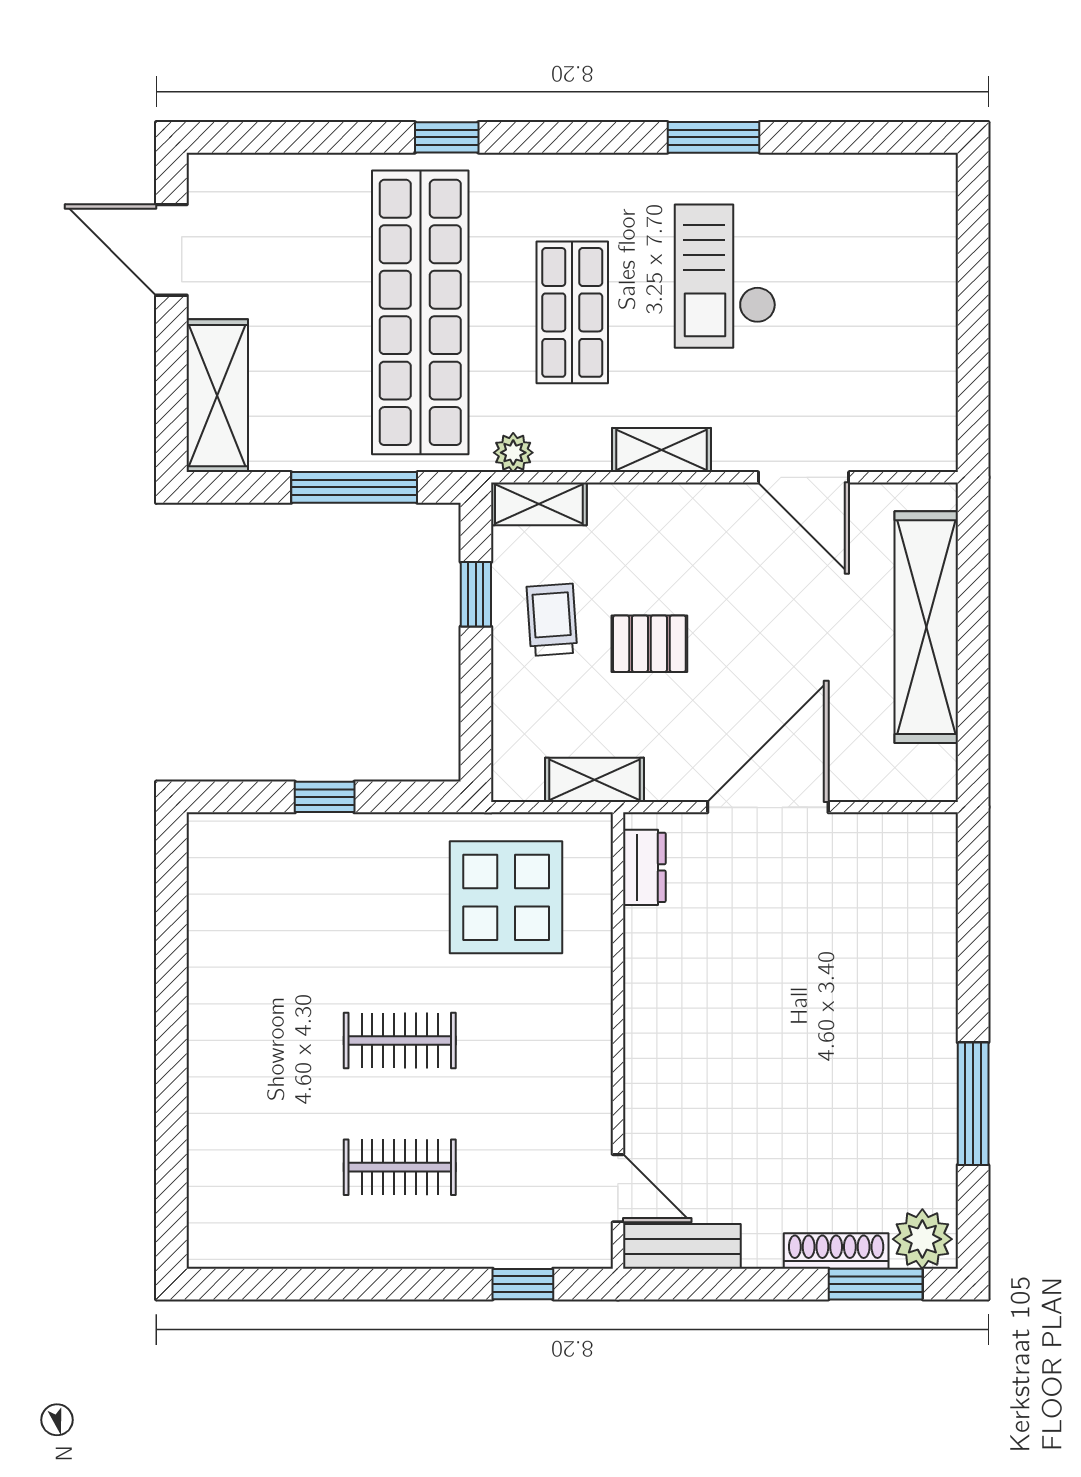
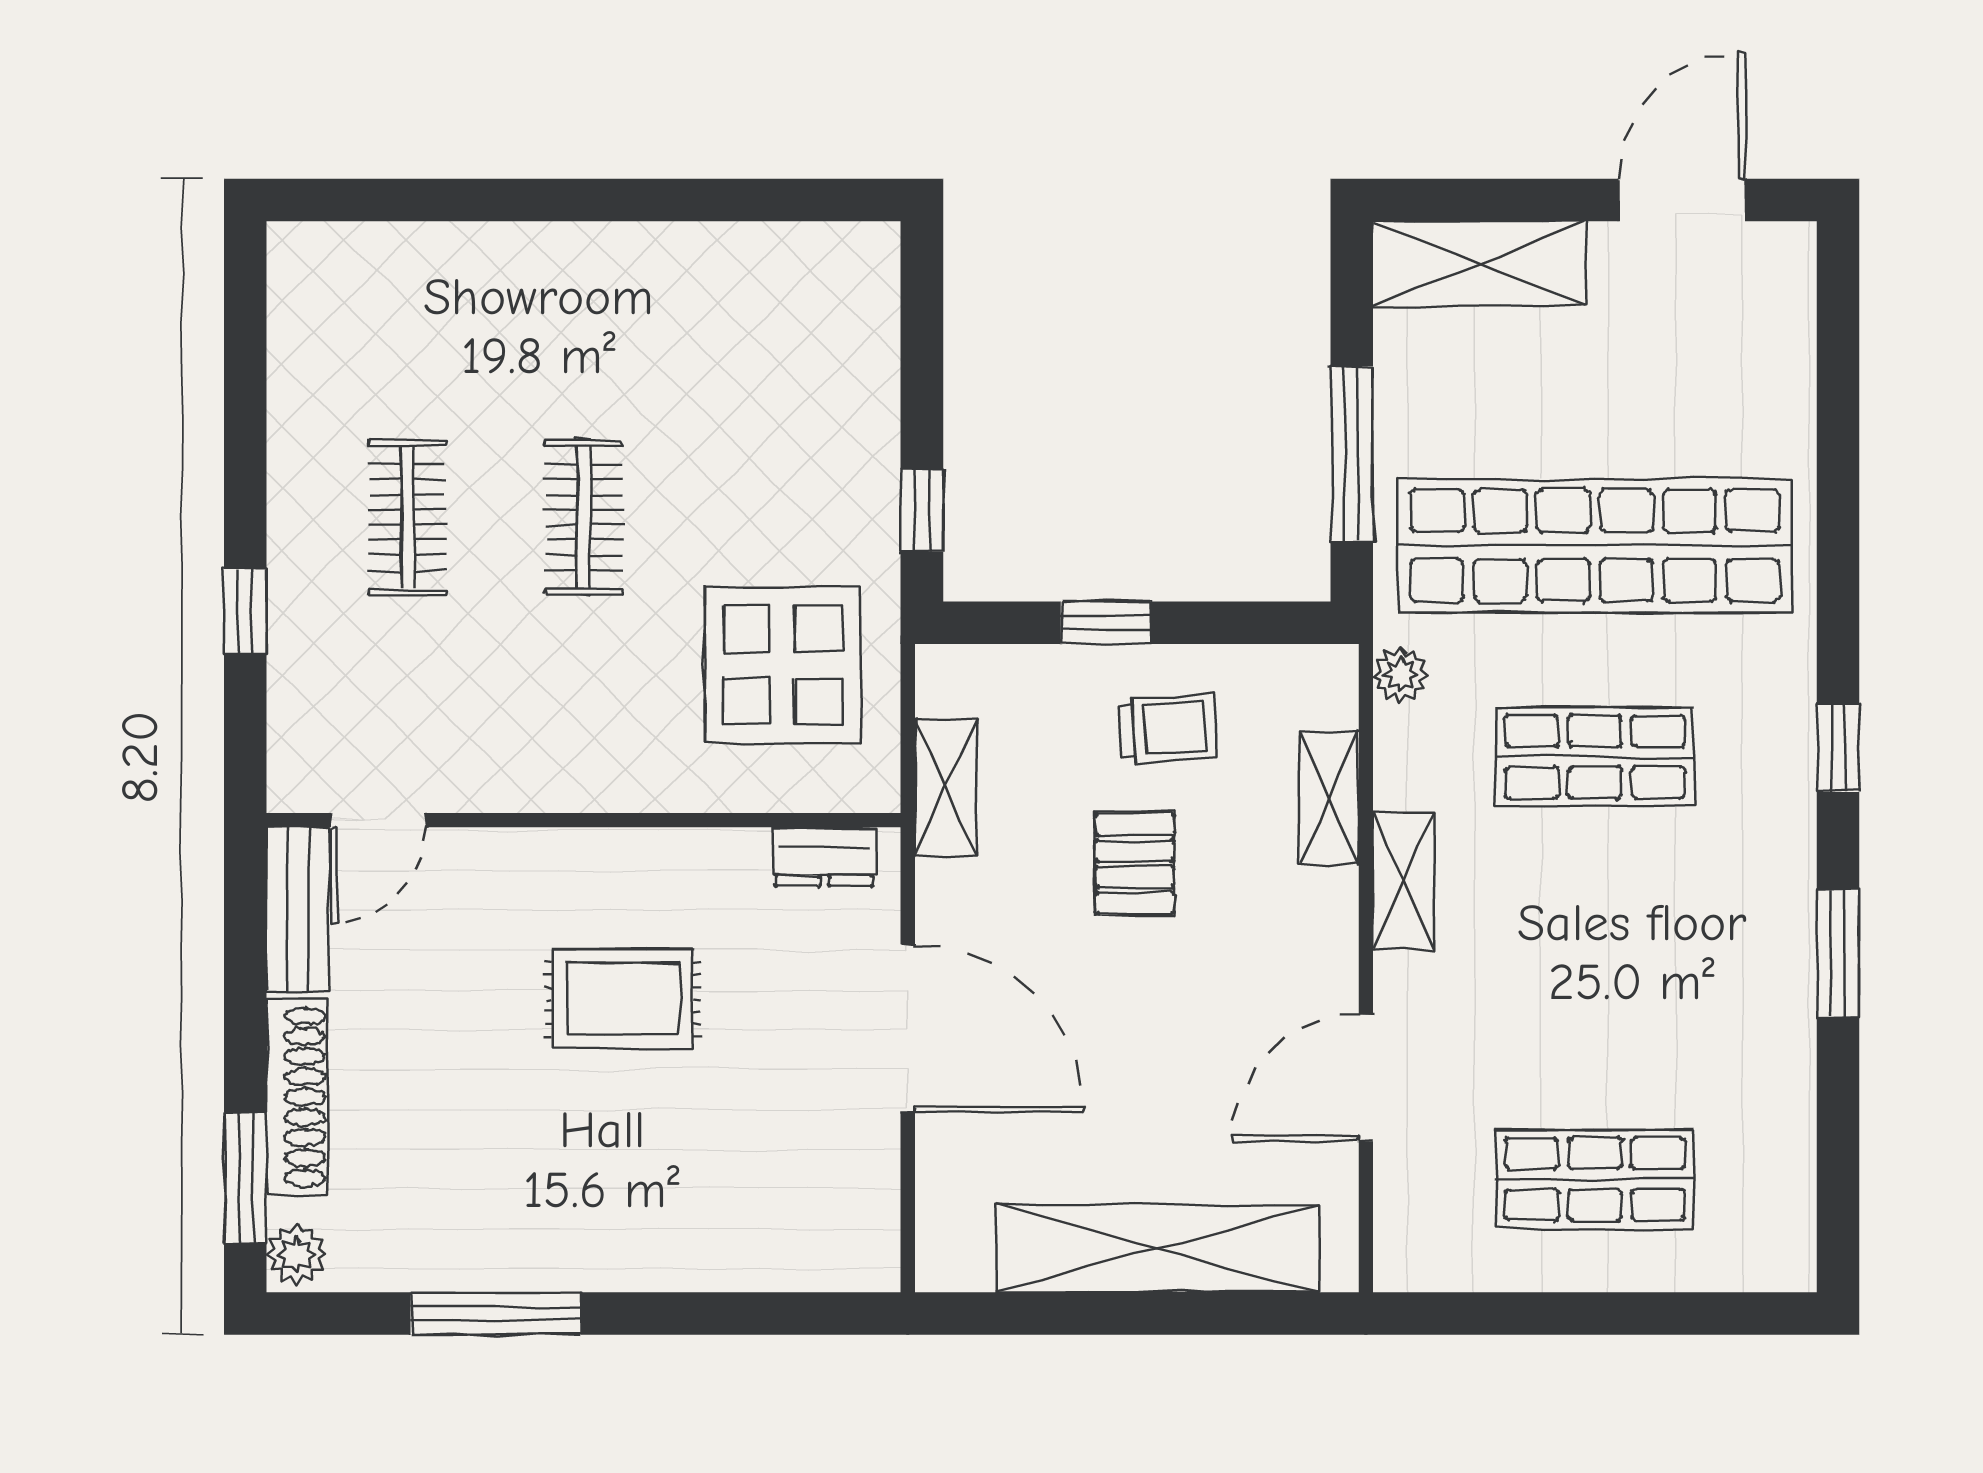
window: (447, 137) -> (1838, 748), moved
checkout: (725, 276) -> (1645, 969), removed
shop shelf: (876, 312) -> (1595, 1179), added
shelving: (539, 504) -> (1329, 797), moved
window: (476, 594) -> (1106, 623), moved
window: (325, 797) -> (922, 510), moved
rug: (746, 1012) -> (623, 999), added
plant: (922, 1239) -> (297, 1254), width x0.73, depth x0.73
shoe rack: (836, 1251) -> (297, 1097), width x1.36, depth x1.24
window: (523, 1284) -> (245, 611), moved

